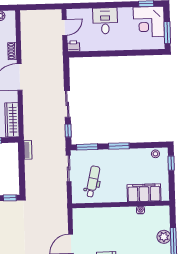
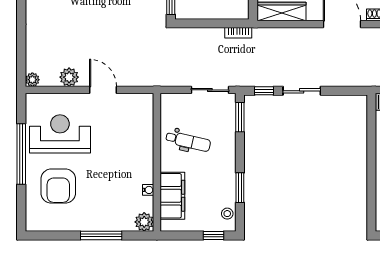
window: (119, 146) -> (240, 188), moved
dental chair: (93, 182) -> (188, 141), moved
plant: (164, 237) -> (144, 222), moved

